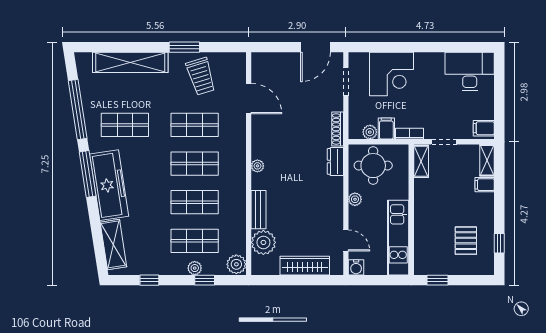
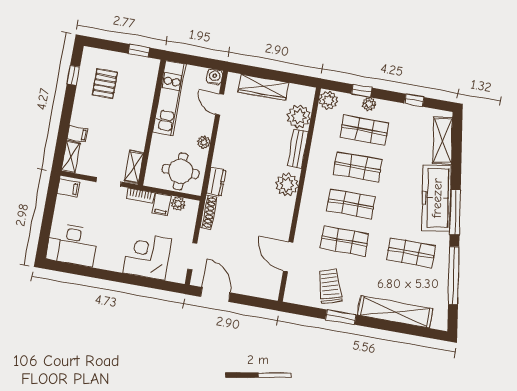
door: (315, 47) -> (215, 295), hinge flipped
plant: (257, 166) -> (287, 185), width x1.88, depth x1.88

